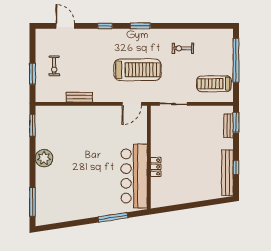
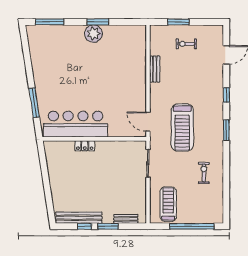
window: (236, 122) -> (108, 226), moved
window: (32, 125) -> (98, 22), moved

